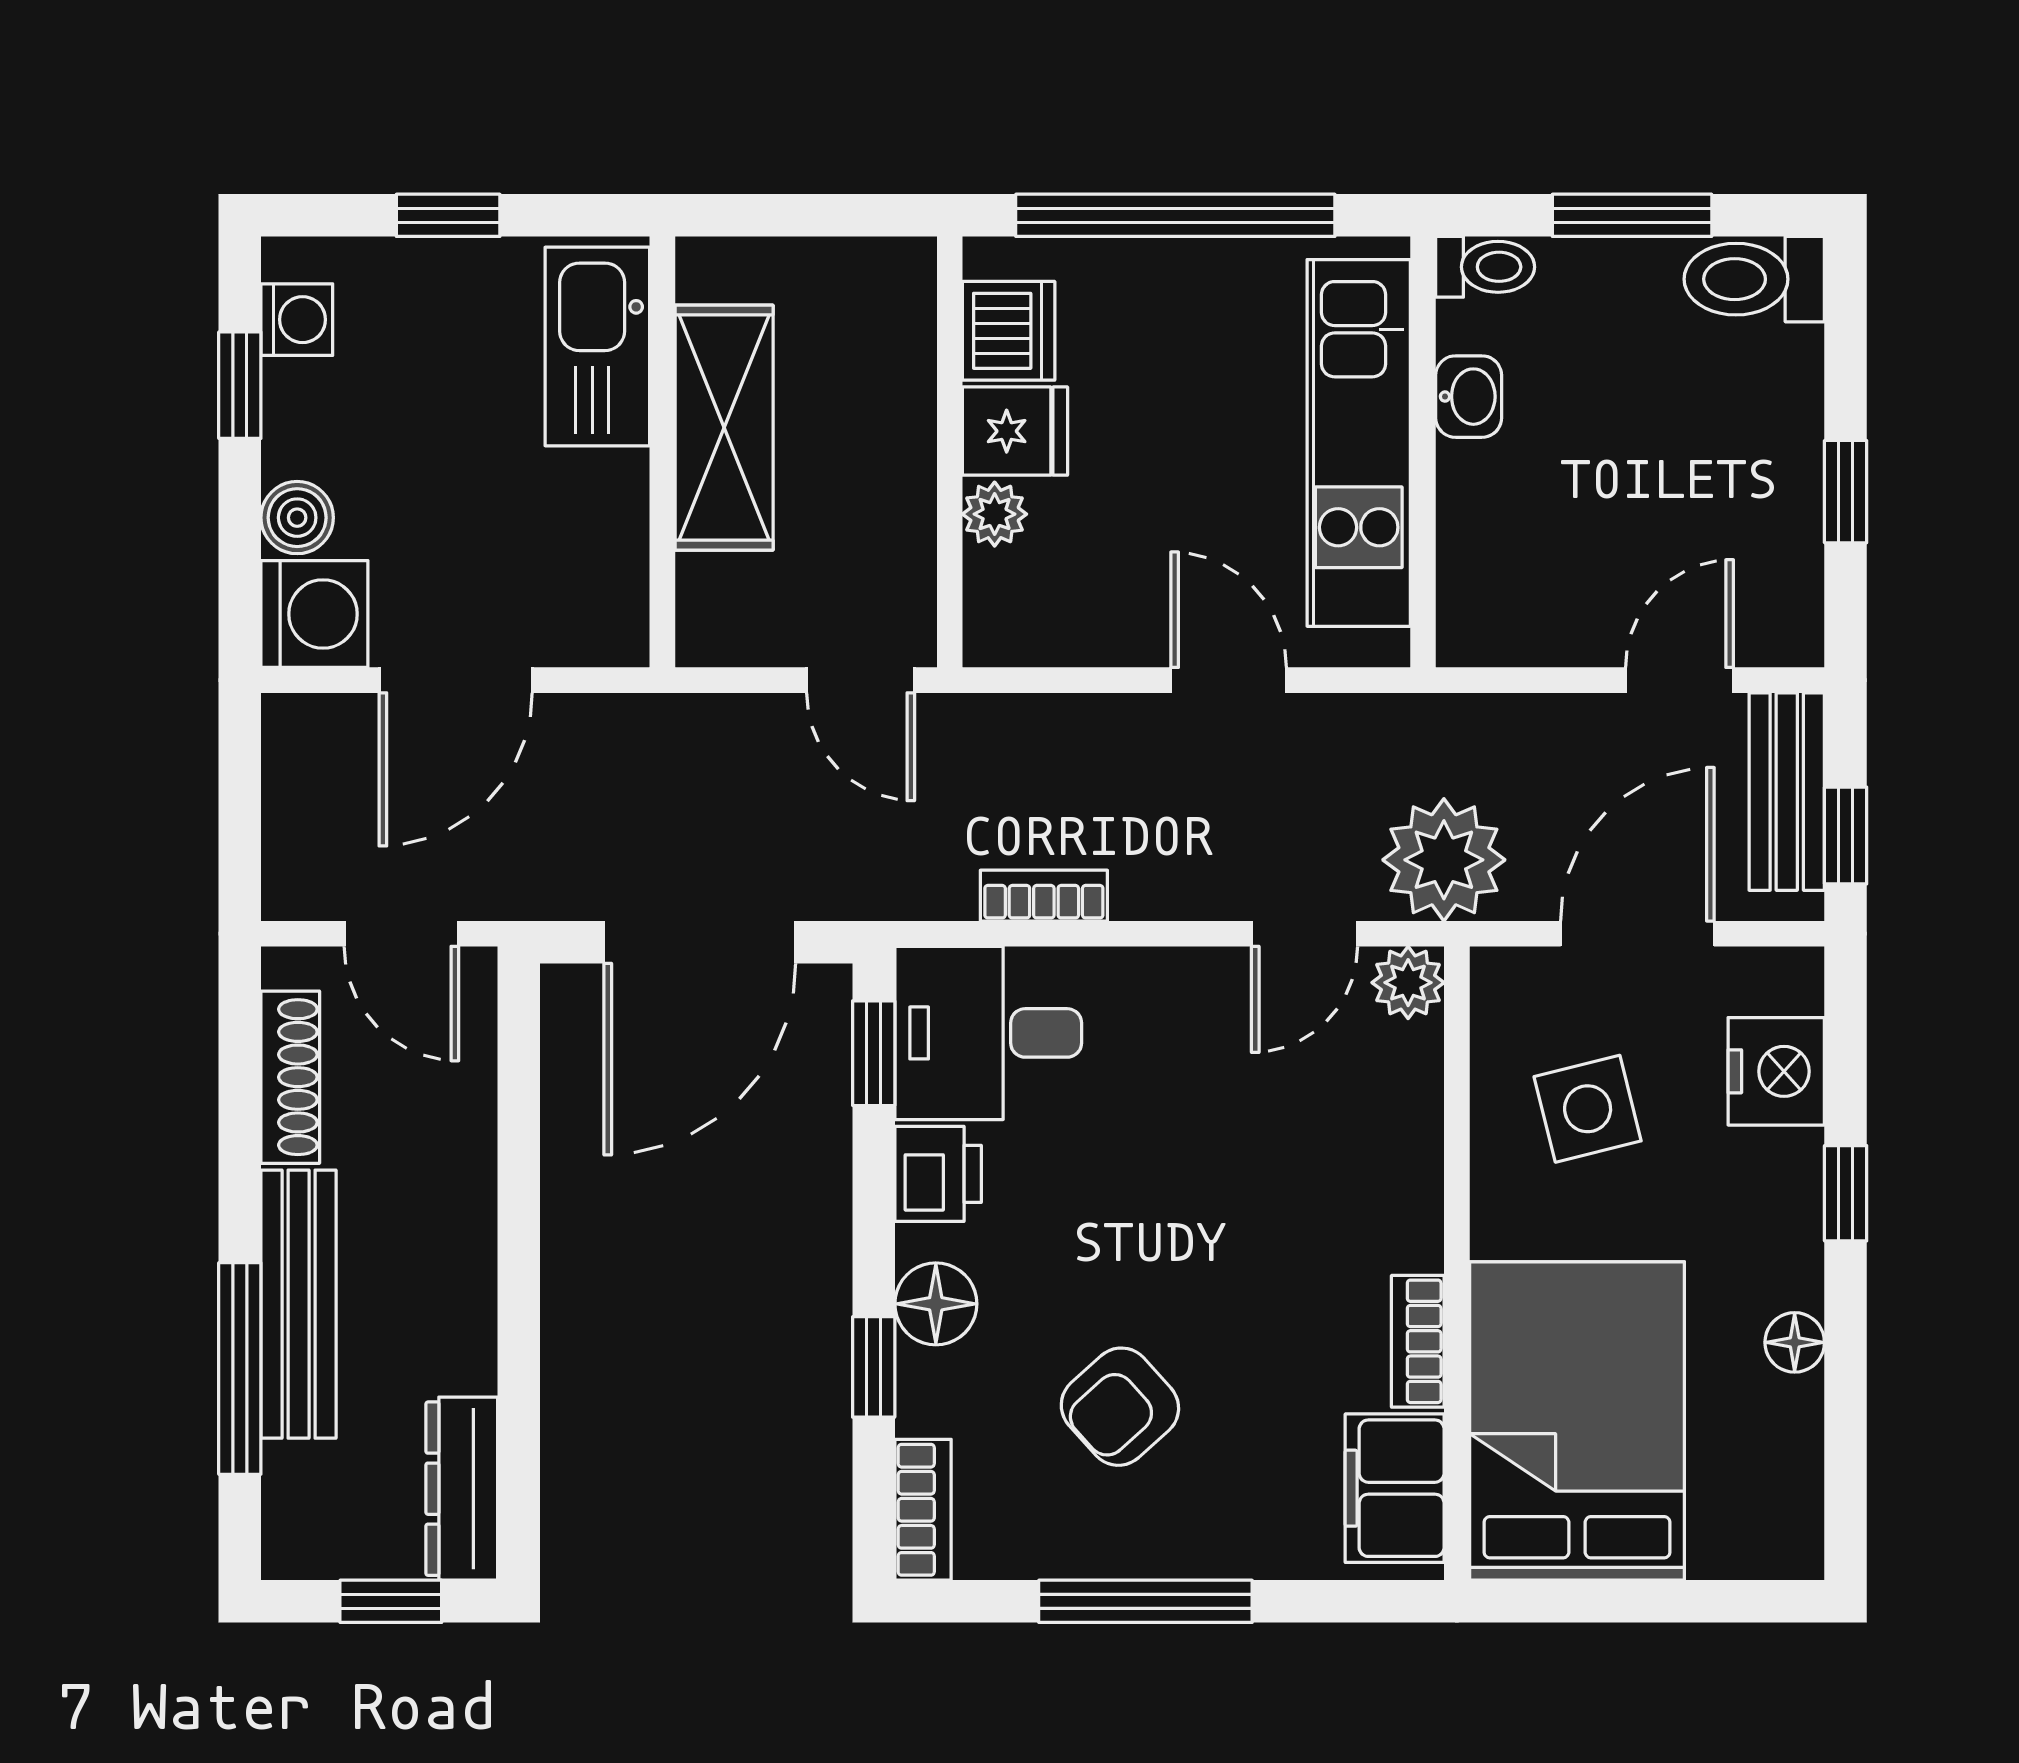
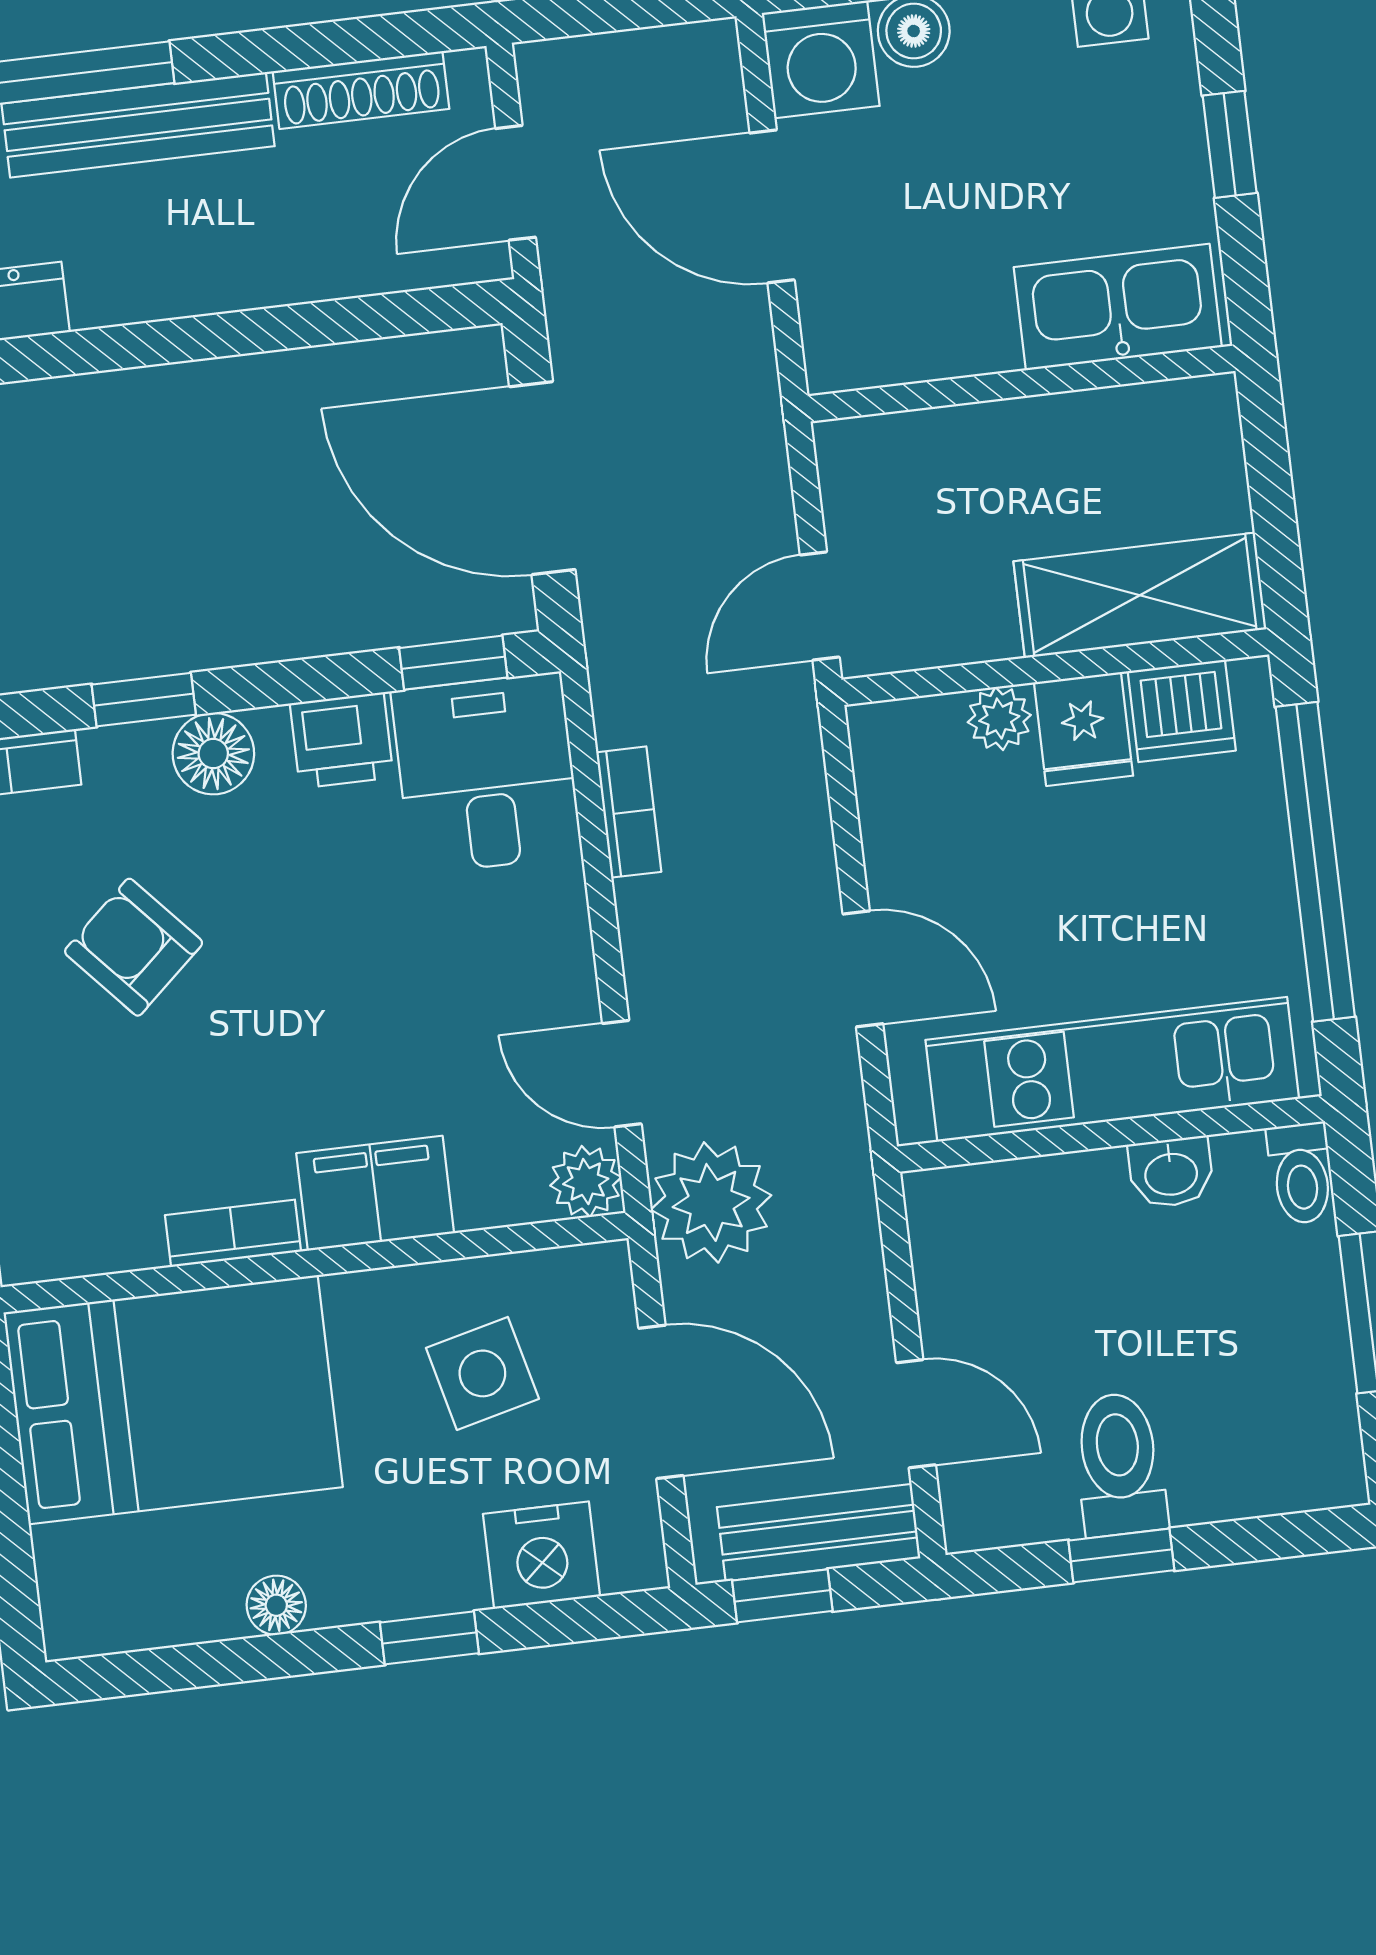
toilet: (1754, 279) -> (1120, 1464), moved
shelving: (724, 428) -> (1140, 595), moved
door: (1229, 680) -> (863, 969), hinge flipped
filing cabinet: (1395, 1488) -> (375, 1193), moved

